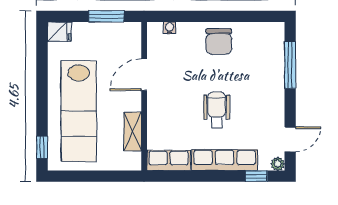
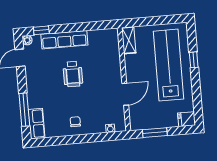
chair: (219, 41) -> (75, 122), width x0.54, depth x0.54
shelving: (133, 131) -> (129, 40), moved
window: (42, 147) -> (194, 60), moved
row of seats: (169, 160) -> (37, 124), moved, turned -90

